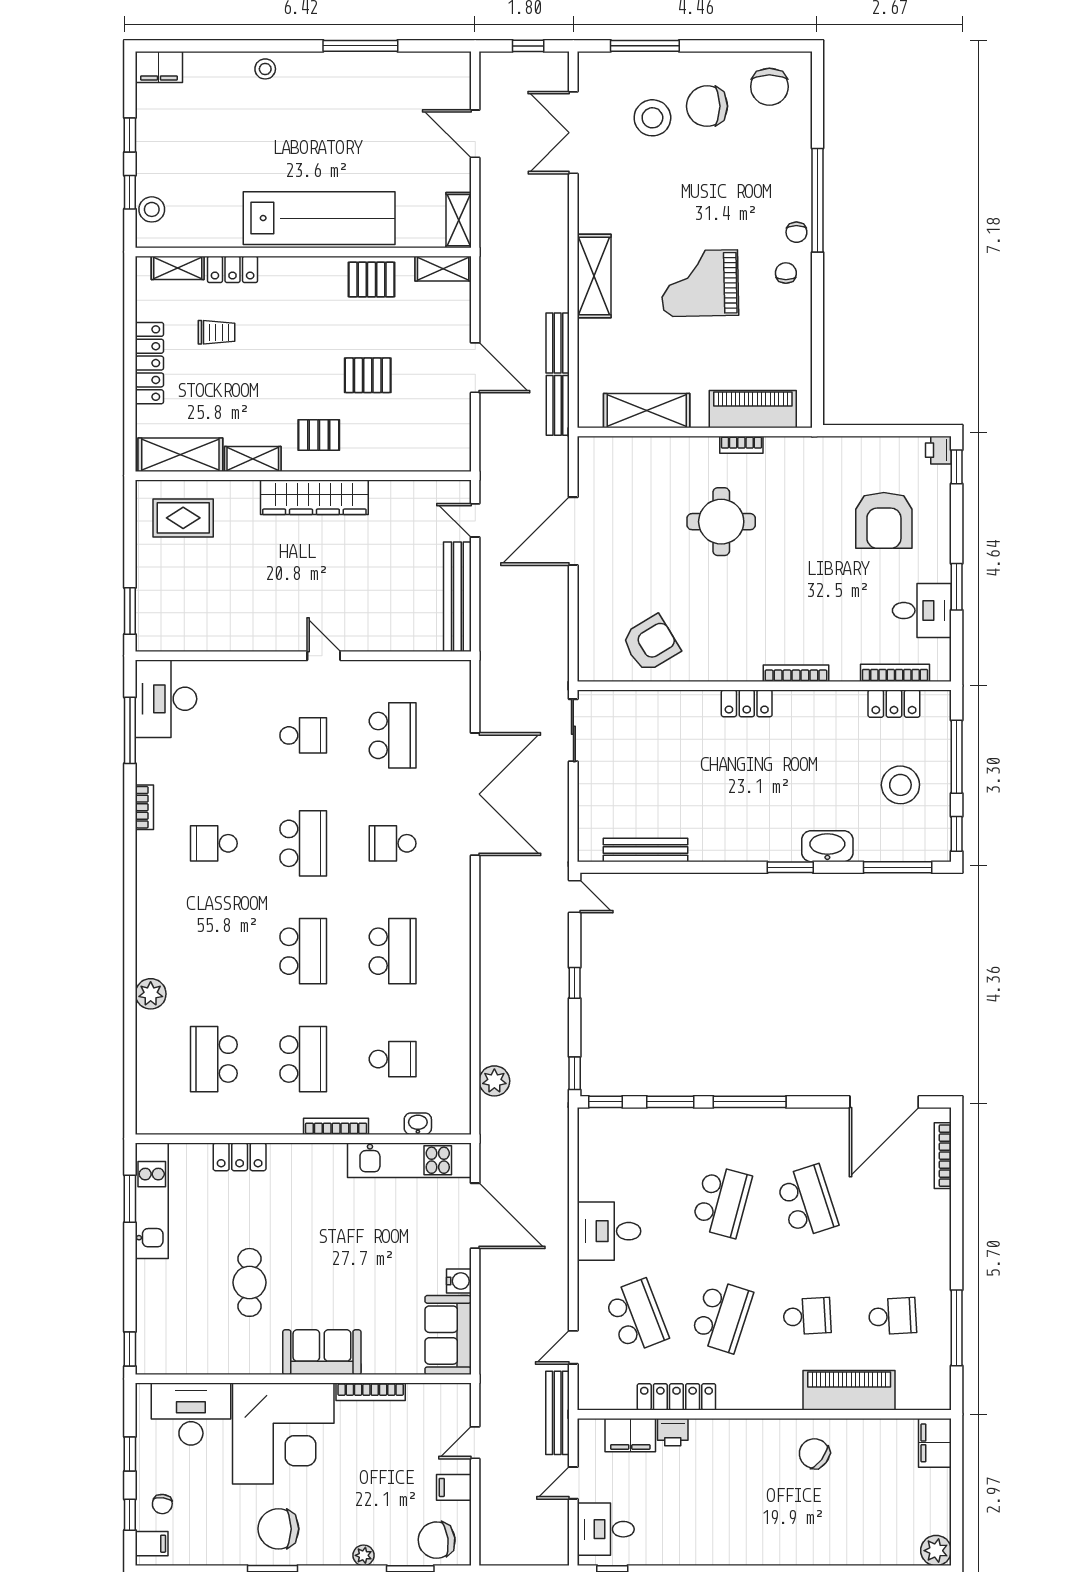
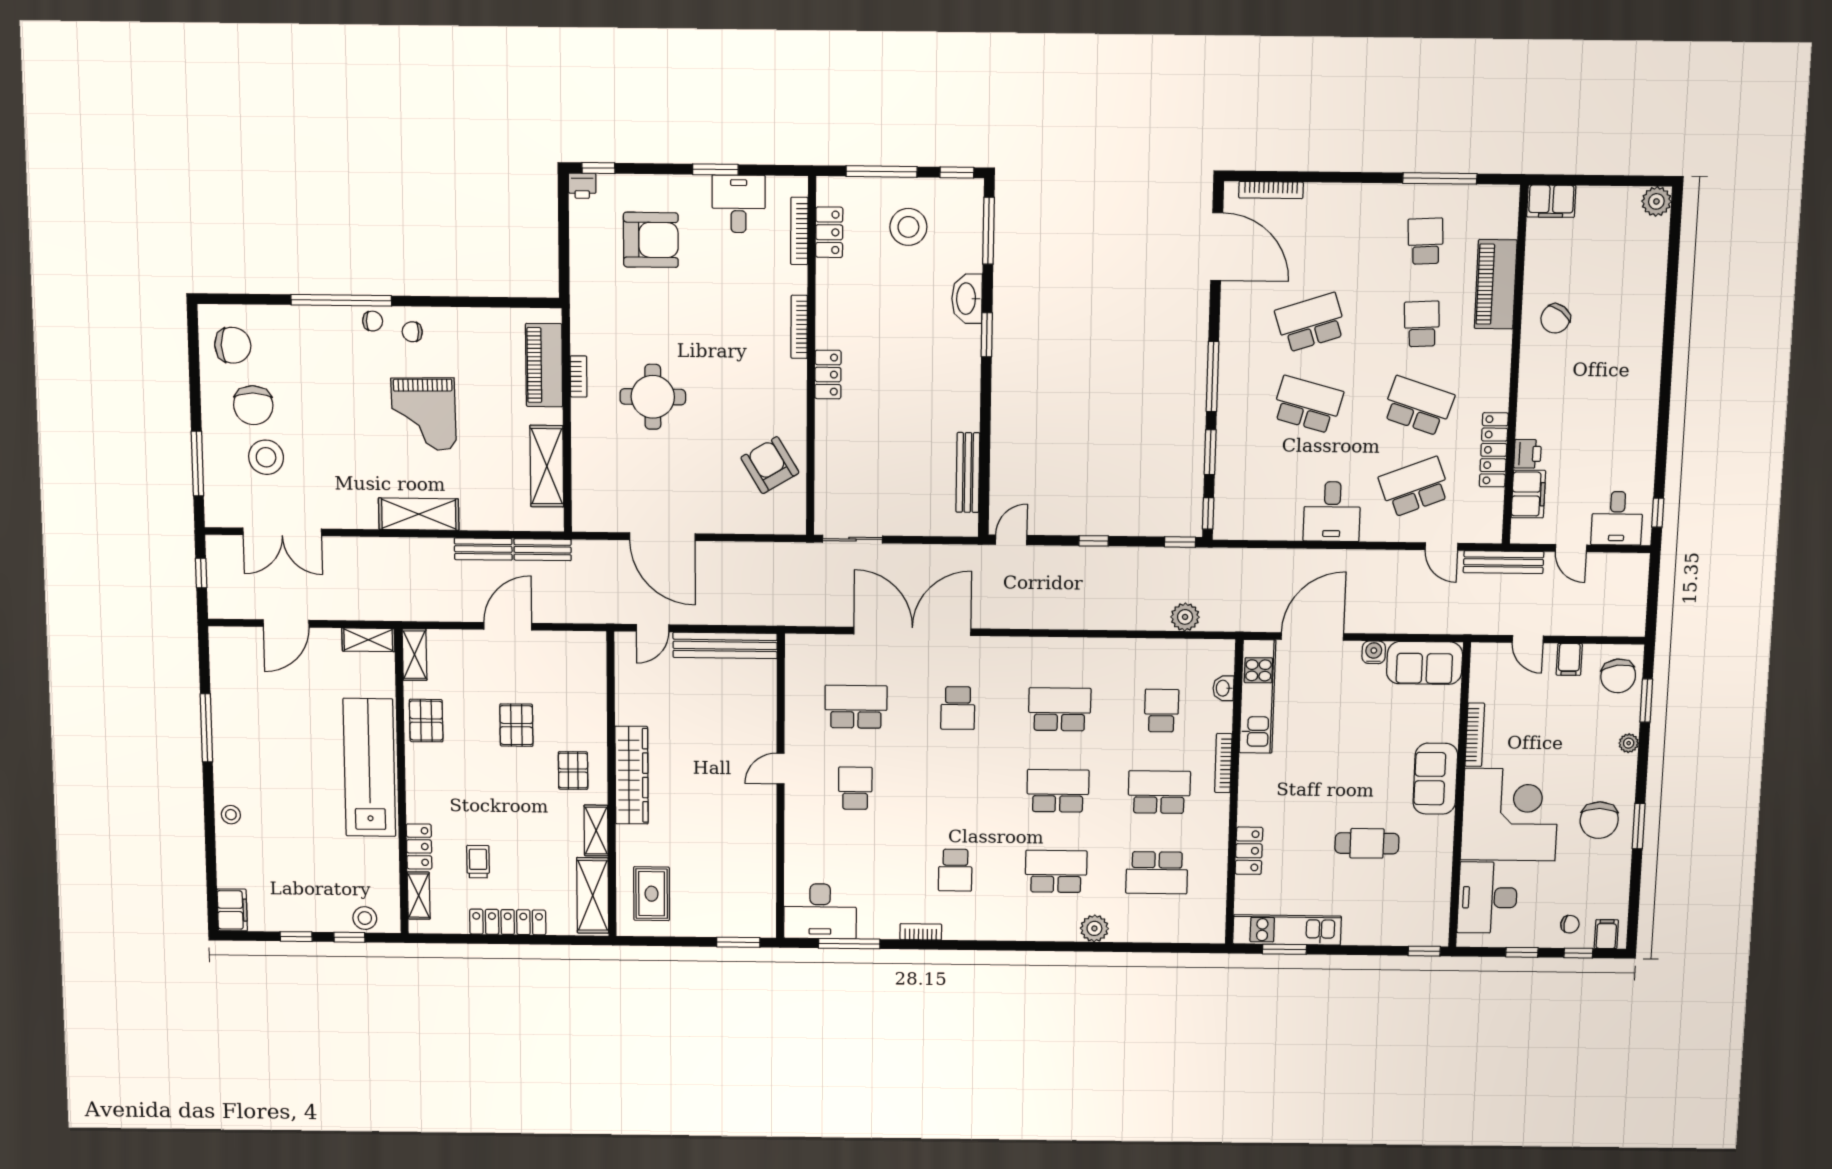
school desk: (303, 843) -> (1056, 871), moved

